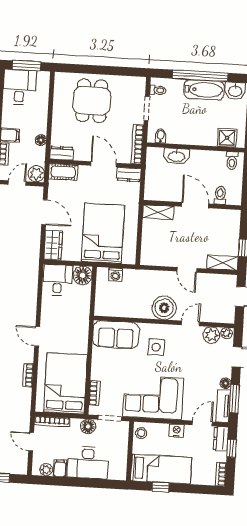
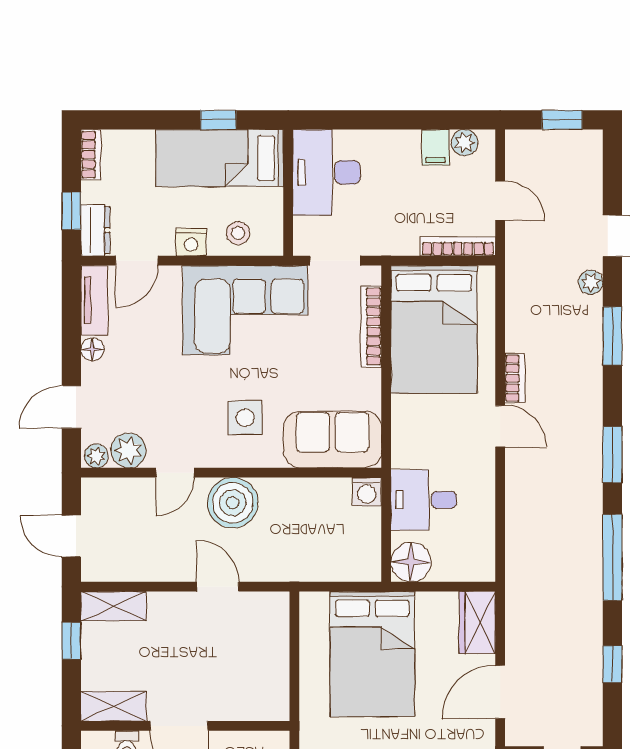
door: (44, 212) -> (500, 692), hinge flipped
shelving: (158, 212) -> (114, 706), moved
door: (187, 270) -> (218, 587), moved
washing machine: (115, 275) -> (367, 492), moved, turned 180
desk: (58, 280) -> (424, 500), moved, turned 90
bookcase: (28, 375) -> (515, 378), moved
bookcase: (94, 393) -> (371, 326), width x1.56
window: (234, 399) -> (71, 317), removed
floor lamp: (88, 426) -> (381, 240), removed
stool: (141, 433) -> (238, 233), moved
desk: (88, 462) -> (327, 172), moved, turned -90

